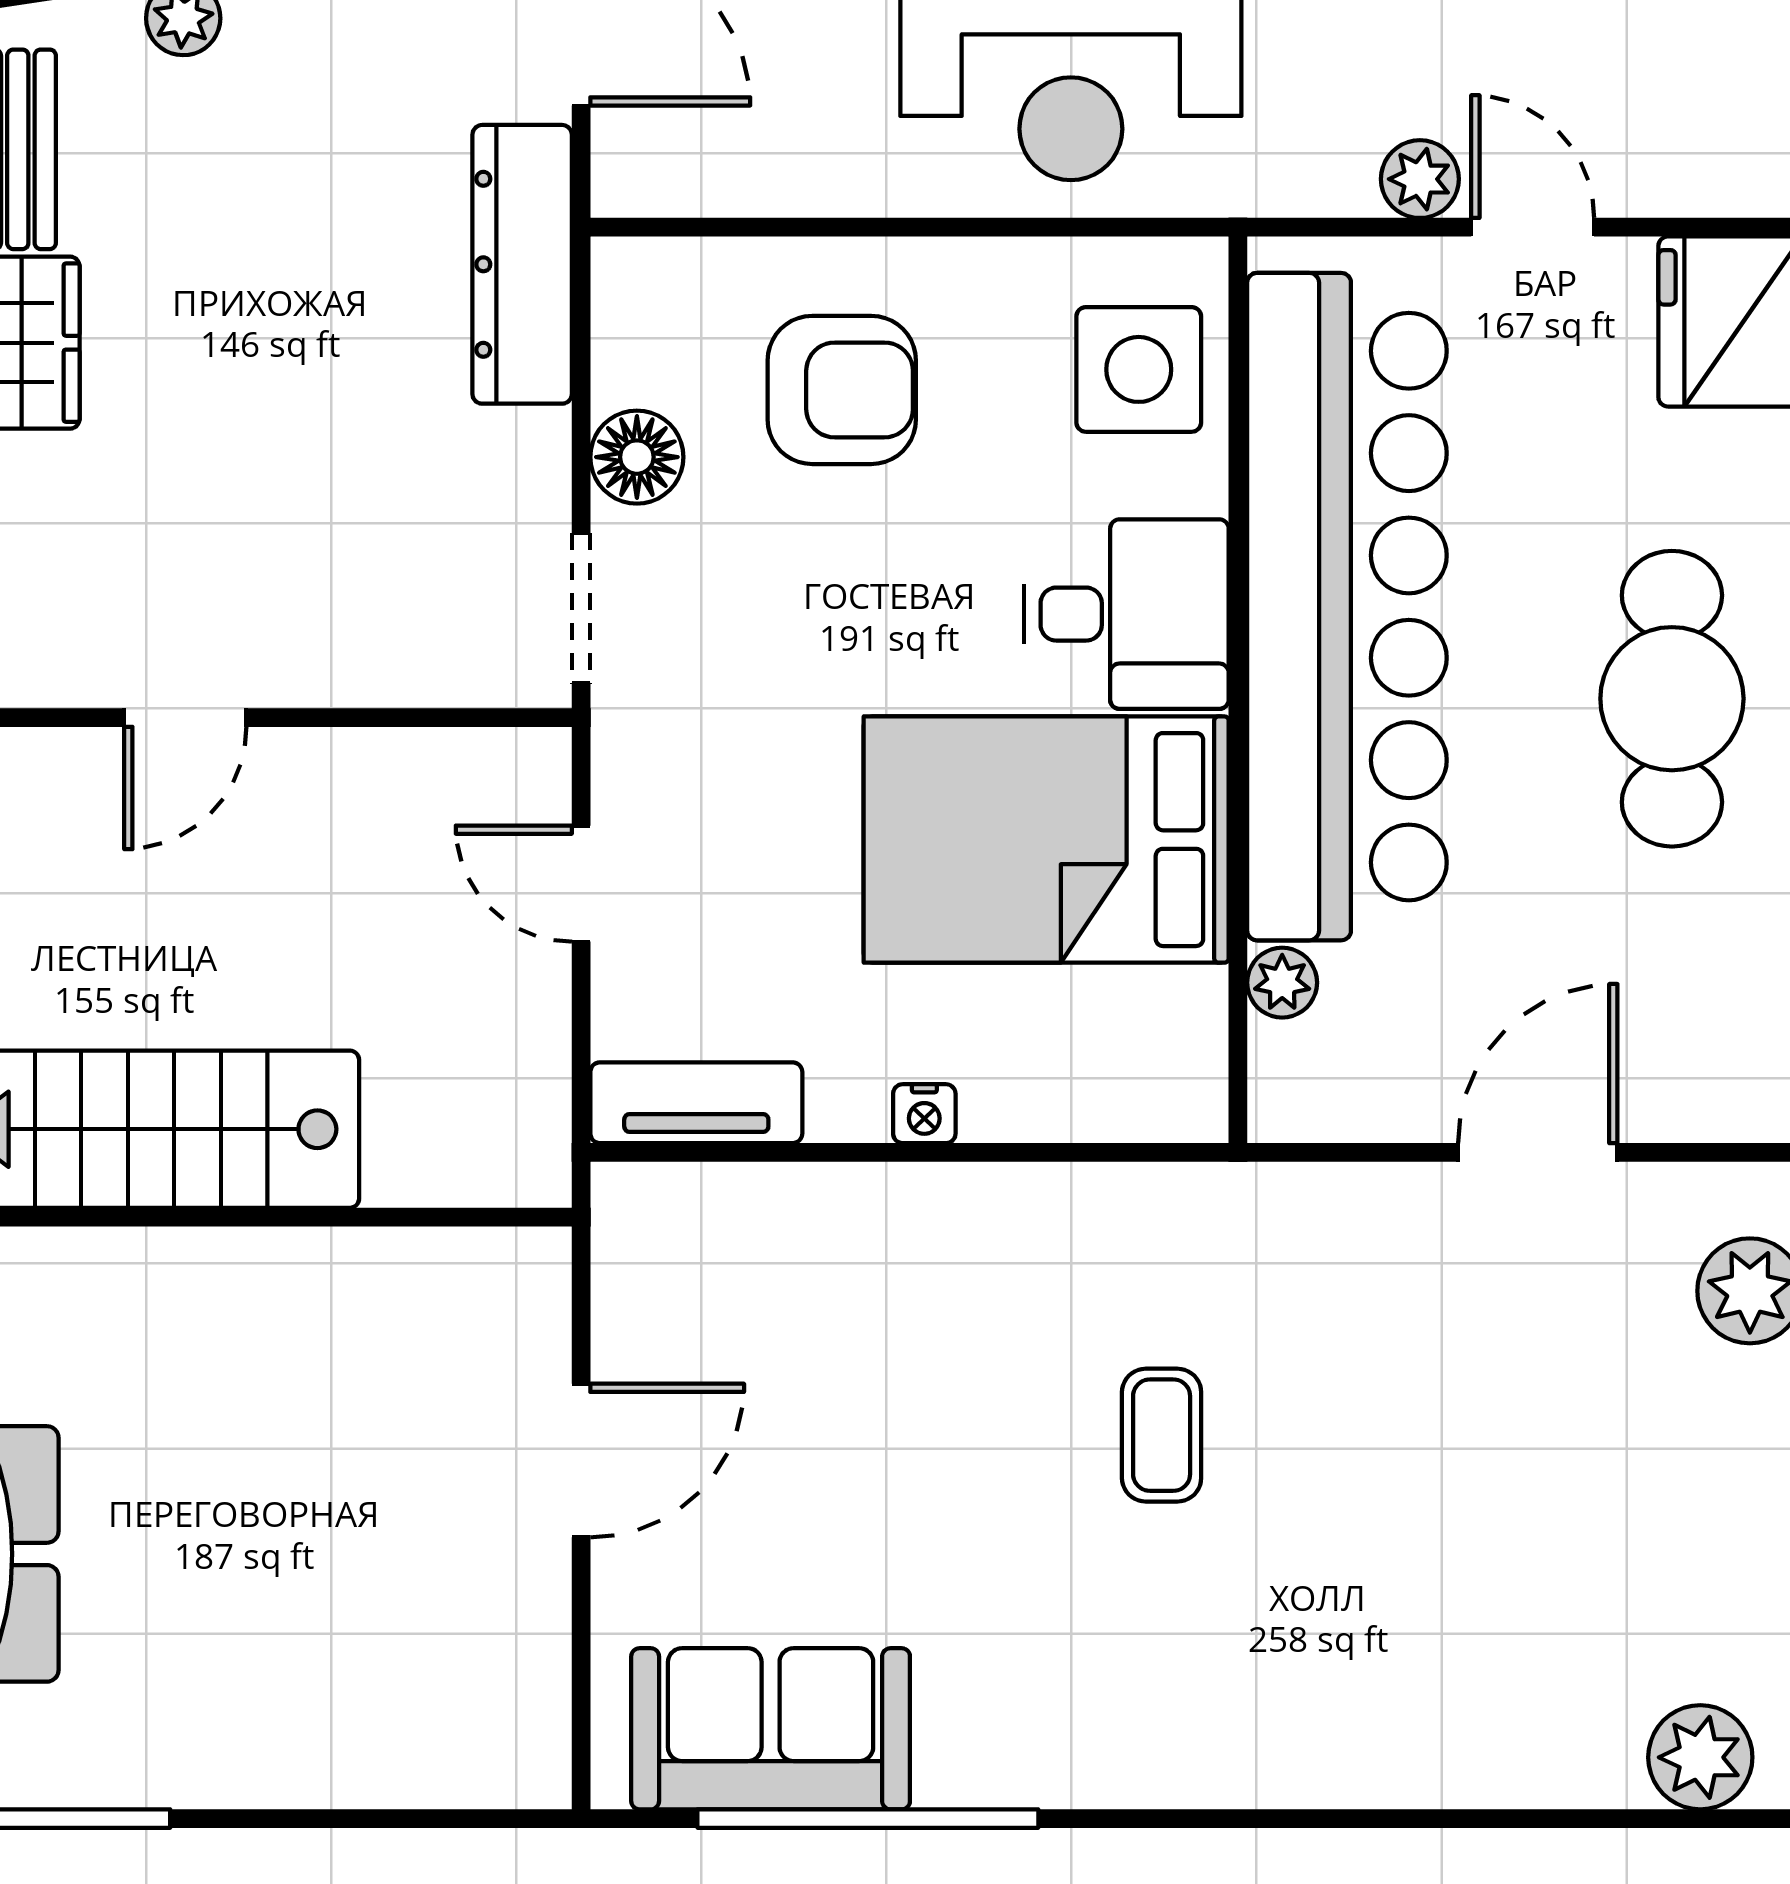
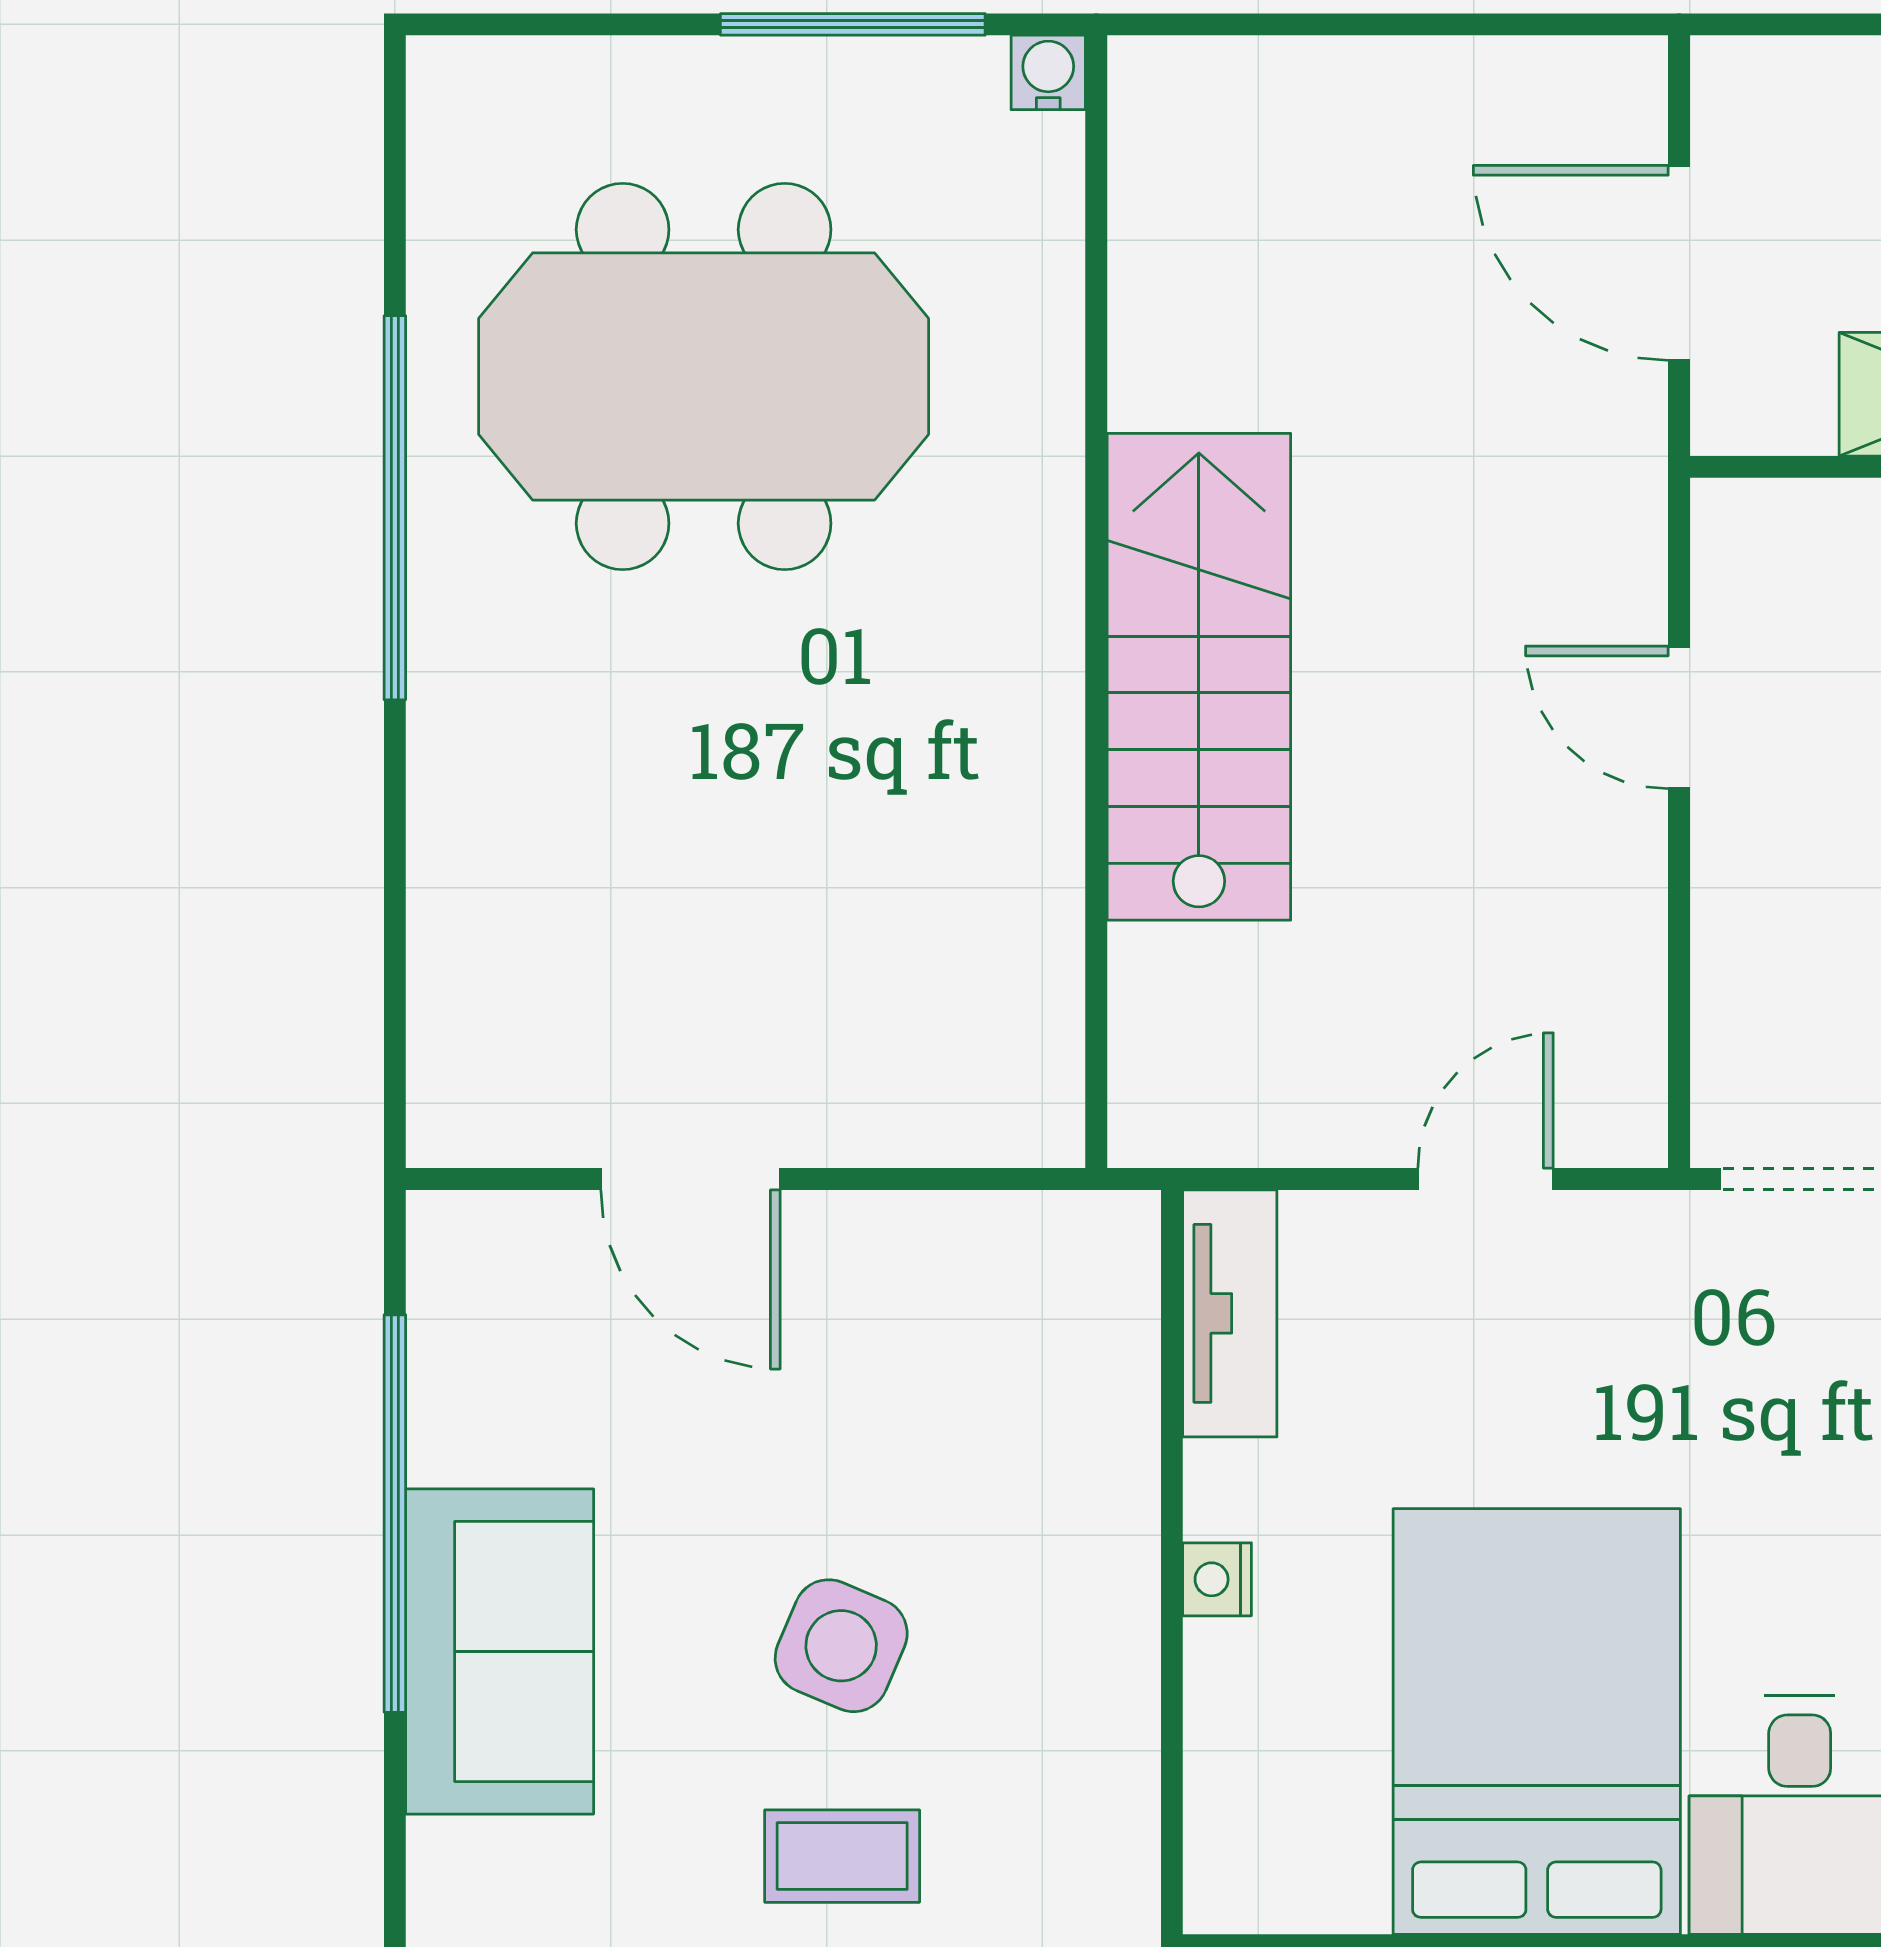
side table: (981, 1436) -> (841, 1646), added
door: (581, 1460) -> (690, 1179), moved
sofa: (771, 1729) -> (500, 1652), moved

